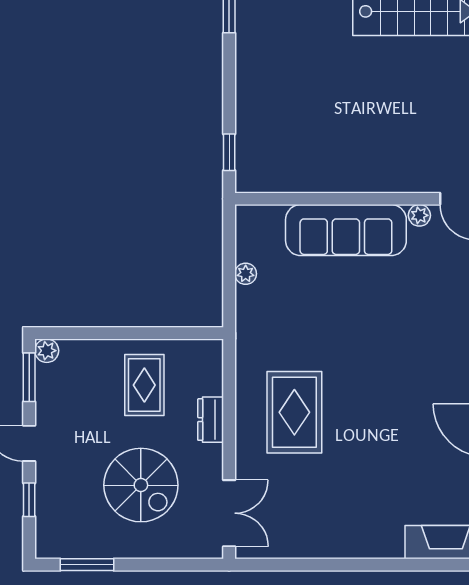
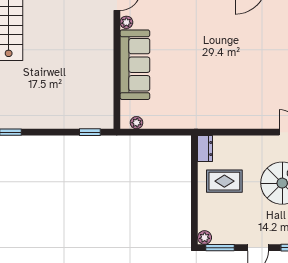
plant: (246, 274) -> (137, 123), moved
rug: (294, 412) -> (240, 94), removed
dresser: (211, 420) -> (205, 149), moved, turned -90

